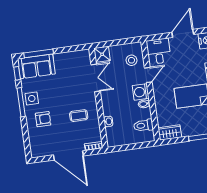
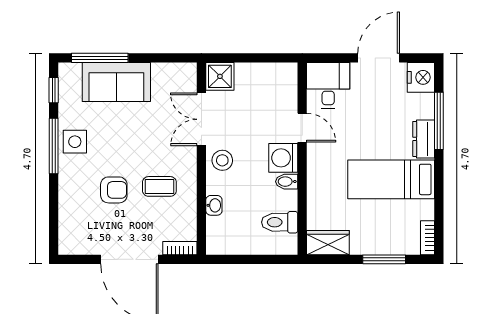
stool: (131, 60) -> (222, 160), moved
sofa: (36, 66) -> (116, 82), moved
door: (148, 75) -> (302, 128), hinge flipped
double door: (96, 78) -> (201, 119), swing flipped
armchair: (43, 119) -> (114, 190), moved

